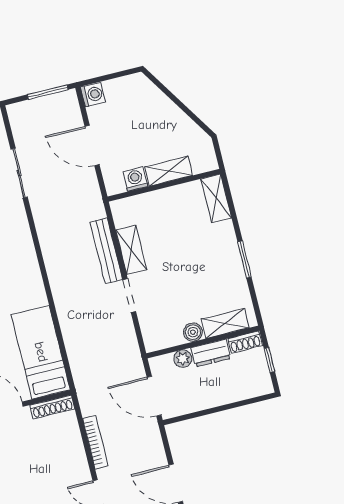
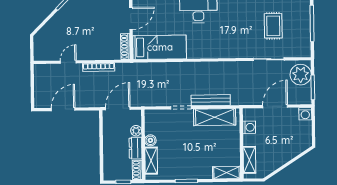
plant: (32, 116) -> (301, 75), added
shelving: (169, 171) -> (249, 160), moved
shelving: (131, 250) -> (215, 117), width x1.50, depth x1.33

